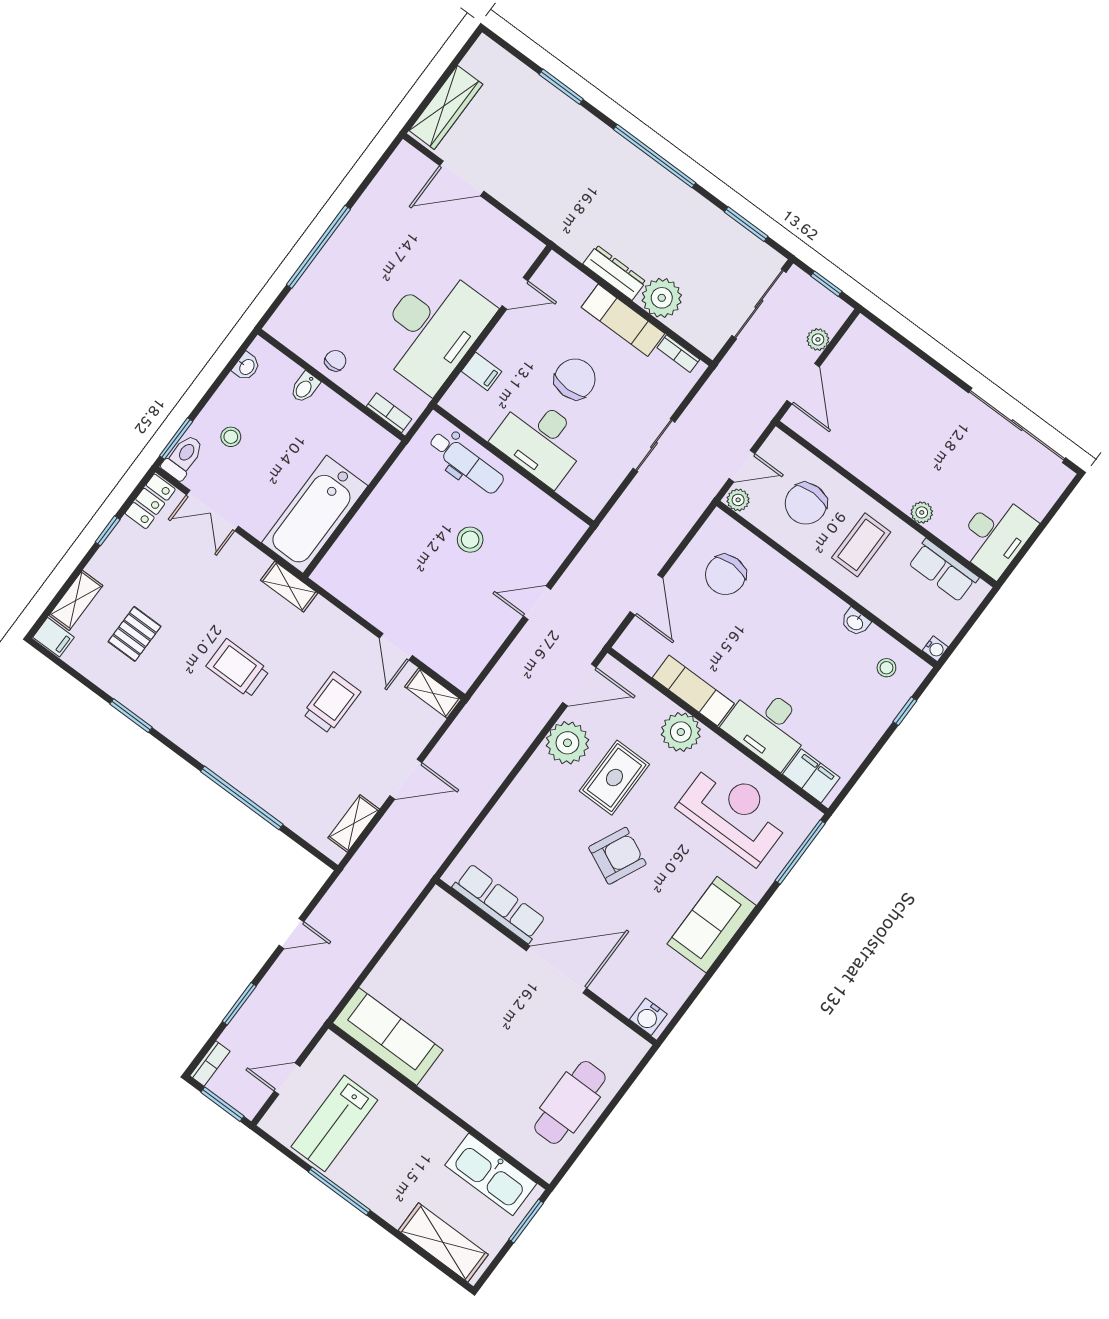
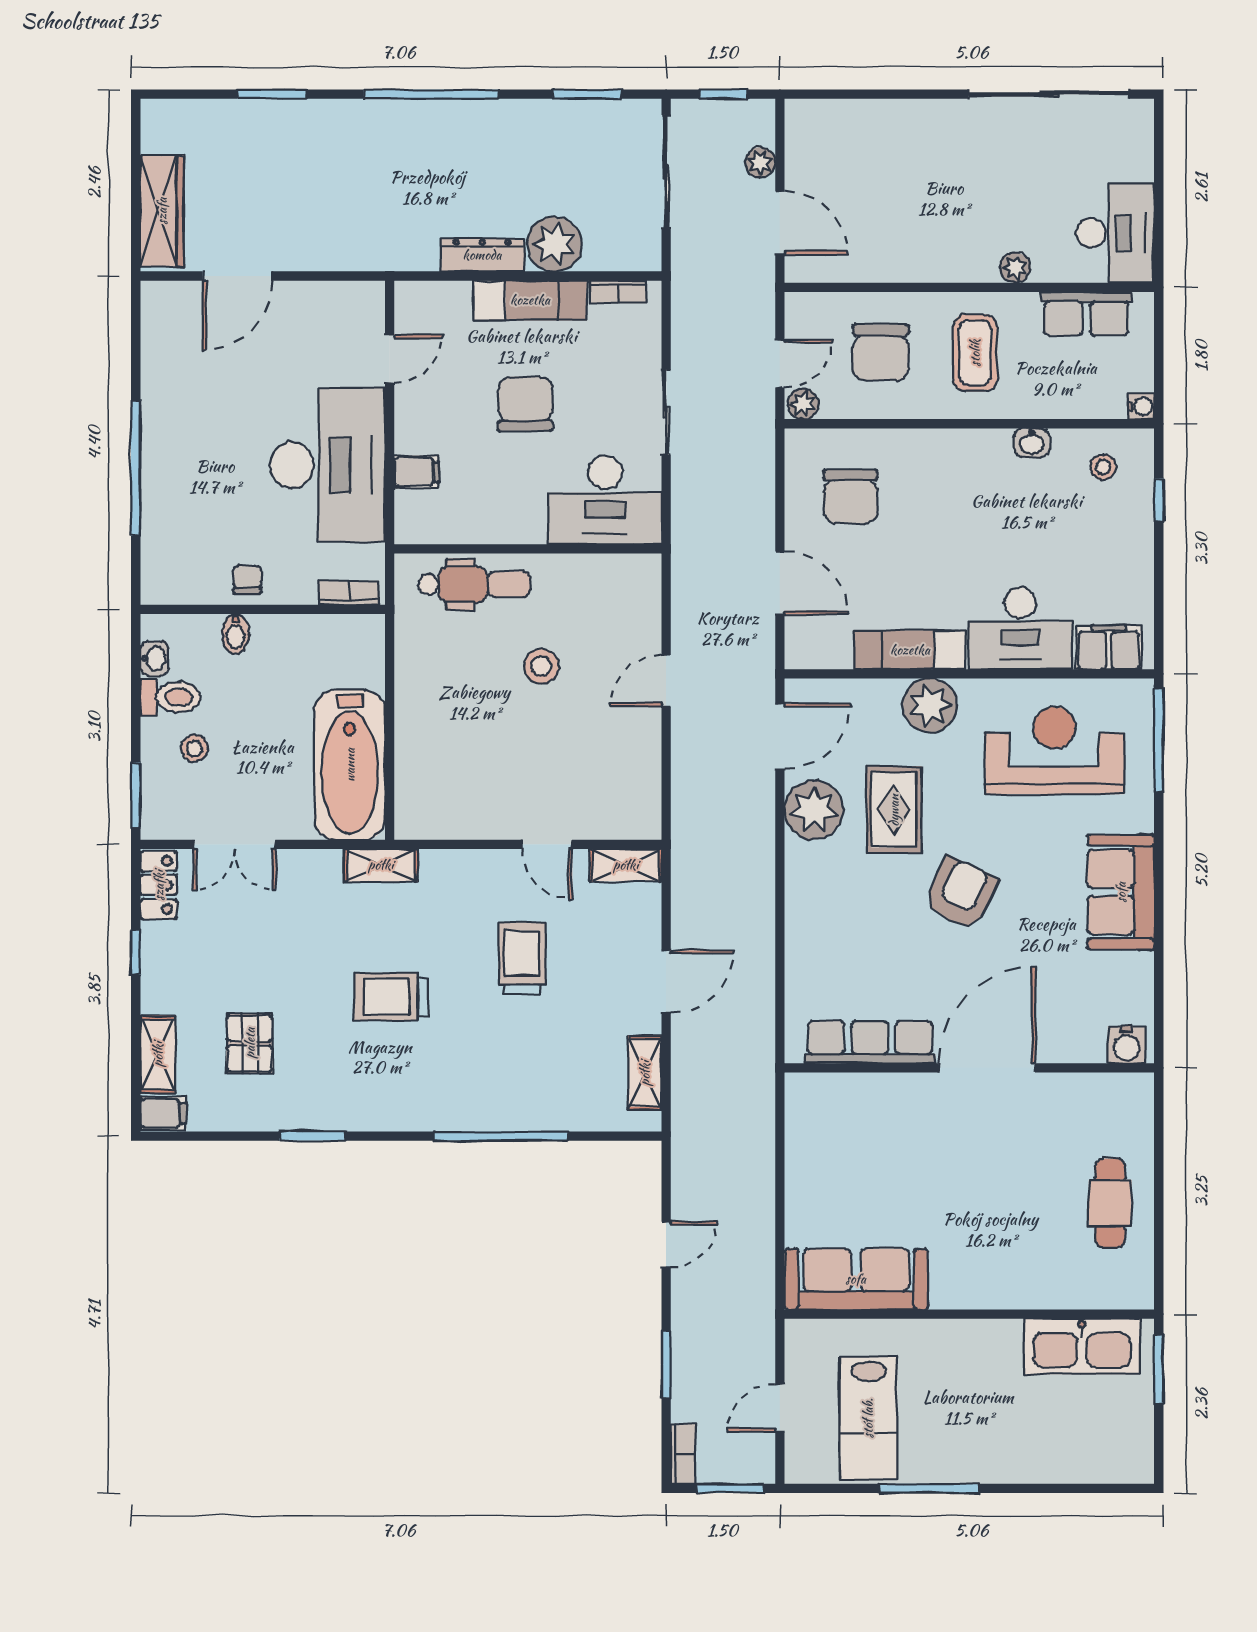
desk: (540, 441) -> (605, 500), moved
toilet: (183, 457) -> (170, 697), moved, turned 90
cafe table: (570, 1102) -> (1110, 1203), width x0.73, depth x0.74
shelving: (443, 1242) -> (1085, 1460), removed

